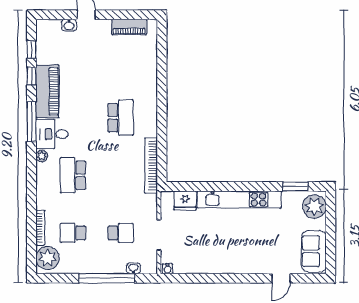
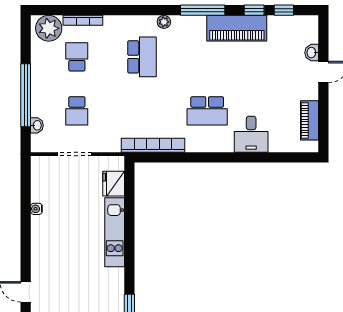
desk: (52, 134) -> (251, 134), moved, turned 180
school desk: (73, 175) -> (142, 57), turned 90
kitchen unit: (239, 200) -> (115, 232), width x0.73
water cooler: (168, 269) -> (36, 209), moved

